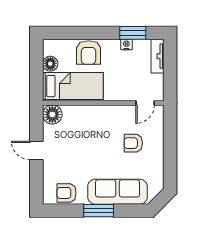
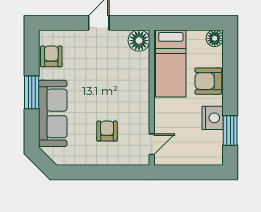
nightstand: (126, 45) -> (213, 118), width x1.89, depth x1.79
tv unit: (158, 56) -> (204, 158), removed
floor lamp: (50, 64) -> (215, 38), moved
door: (145, 103) -> (152, 144), swing flipped

